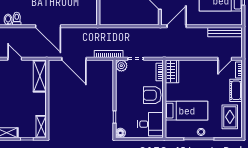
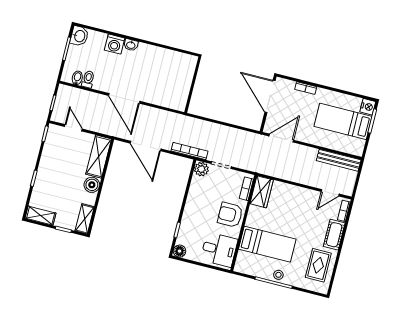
boiler: (40, 99) -> (92, 185), added

